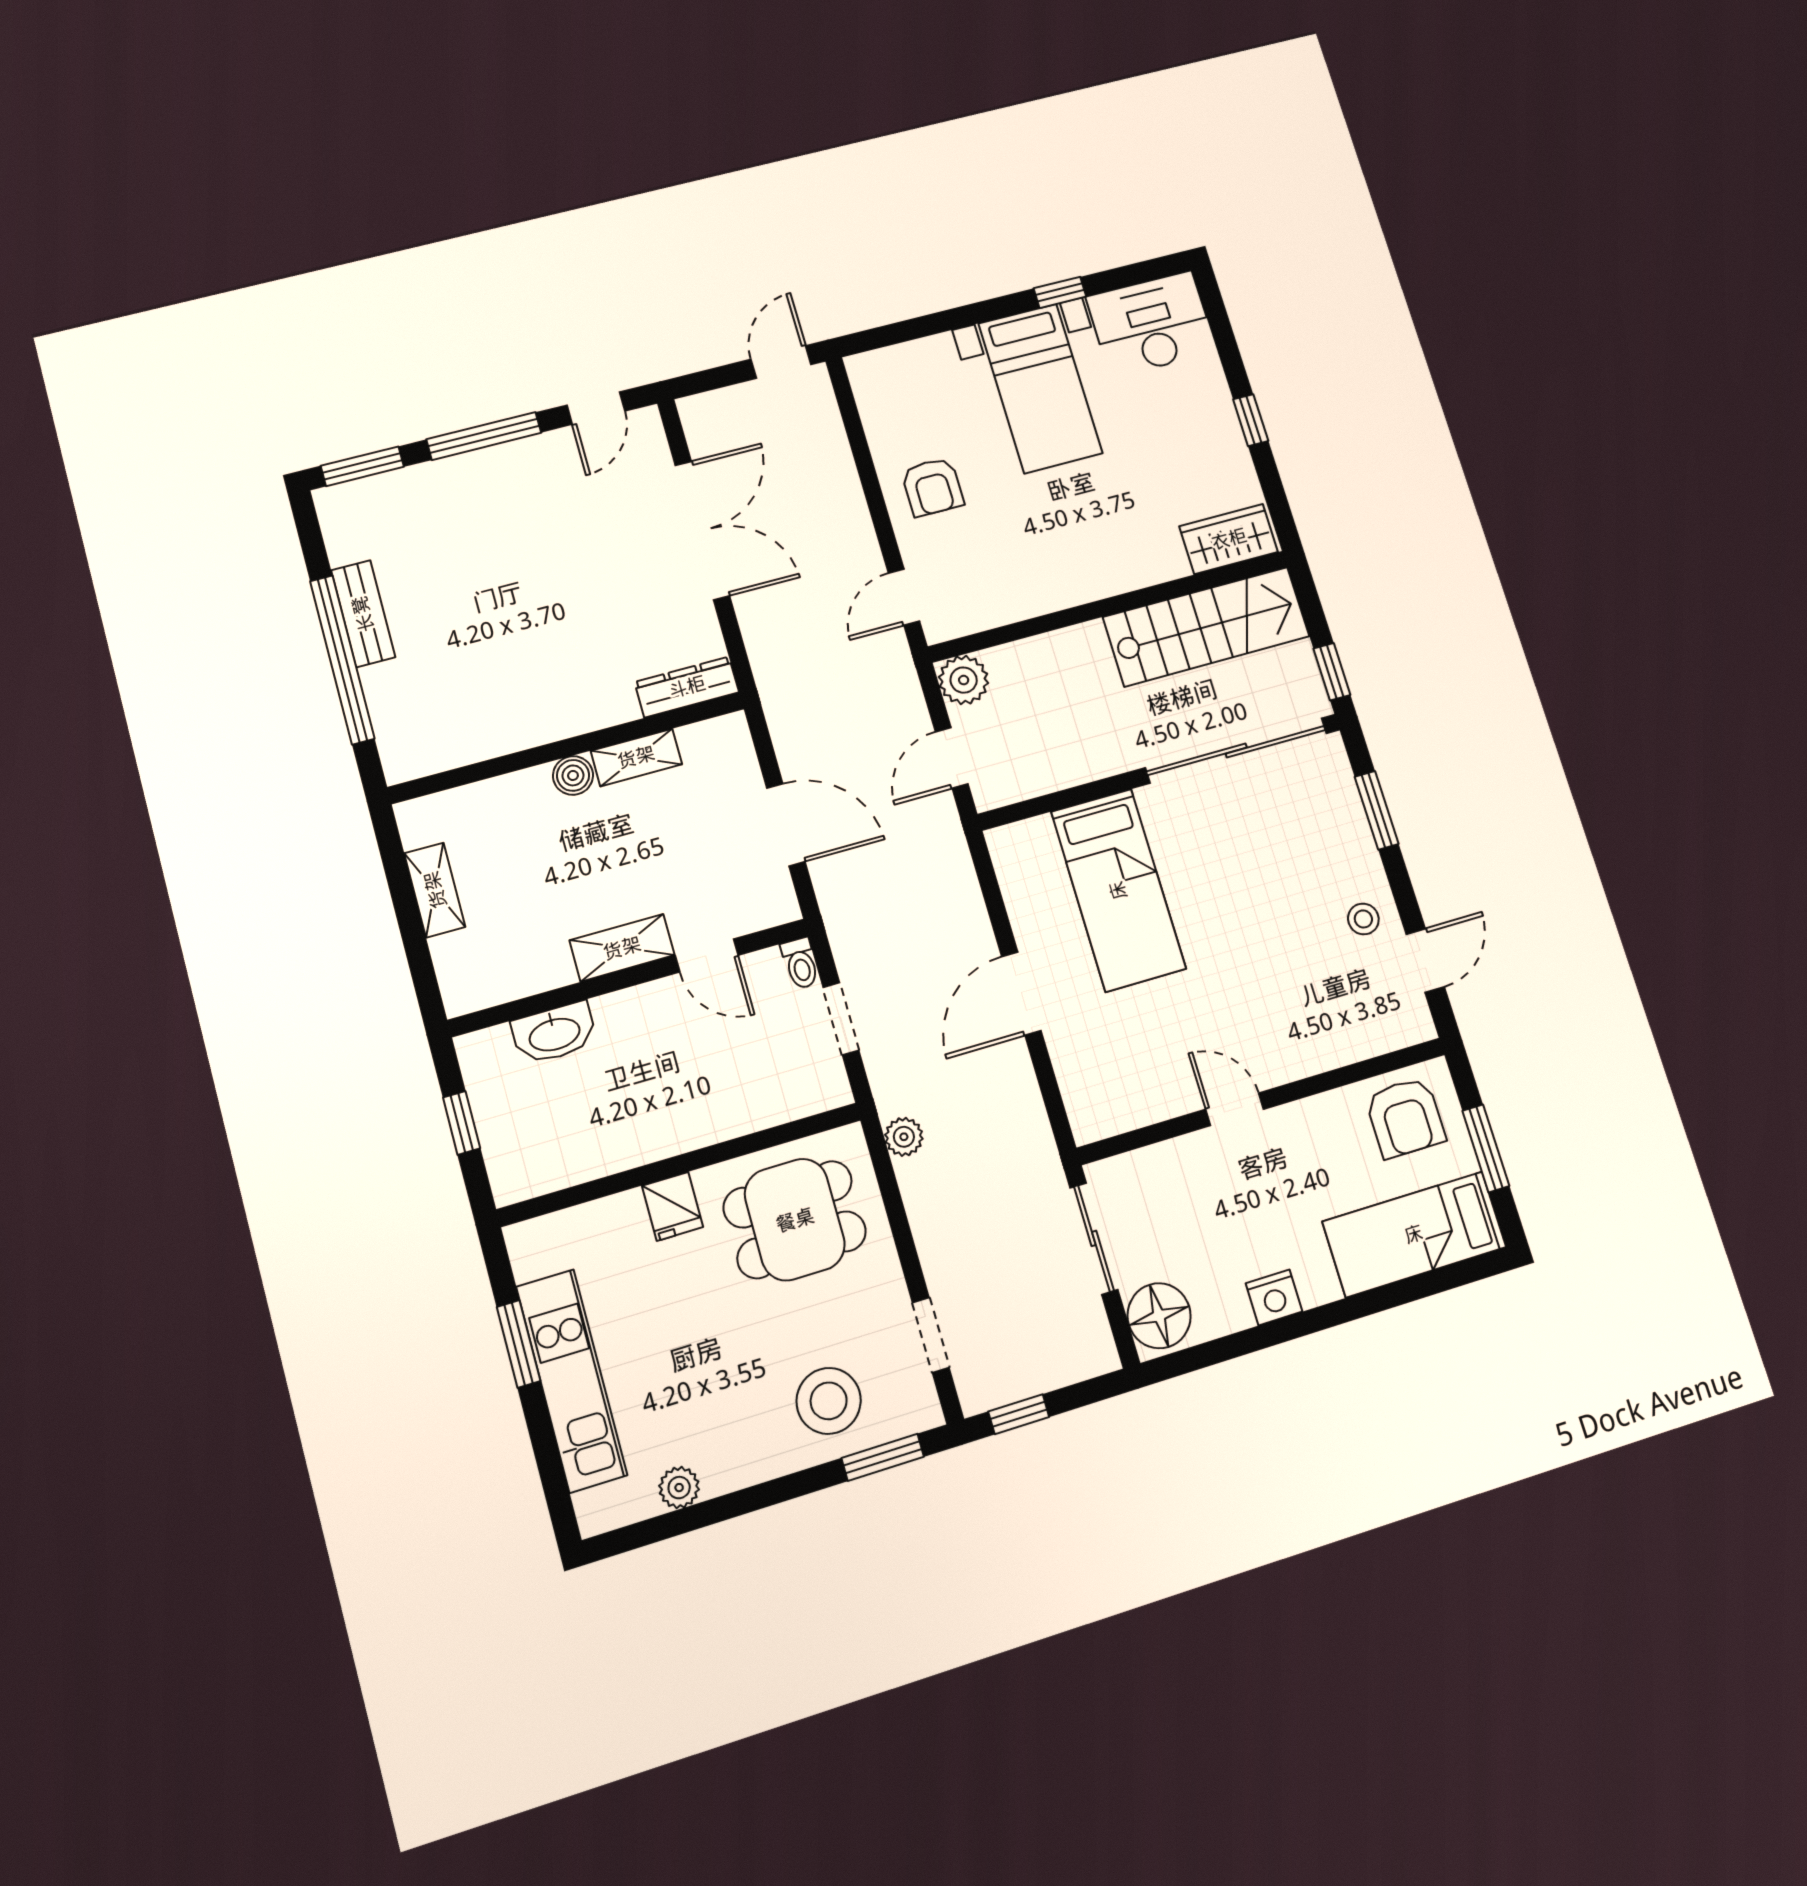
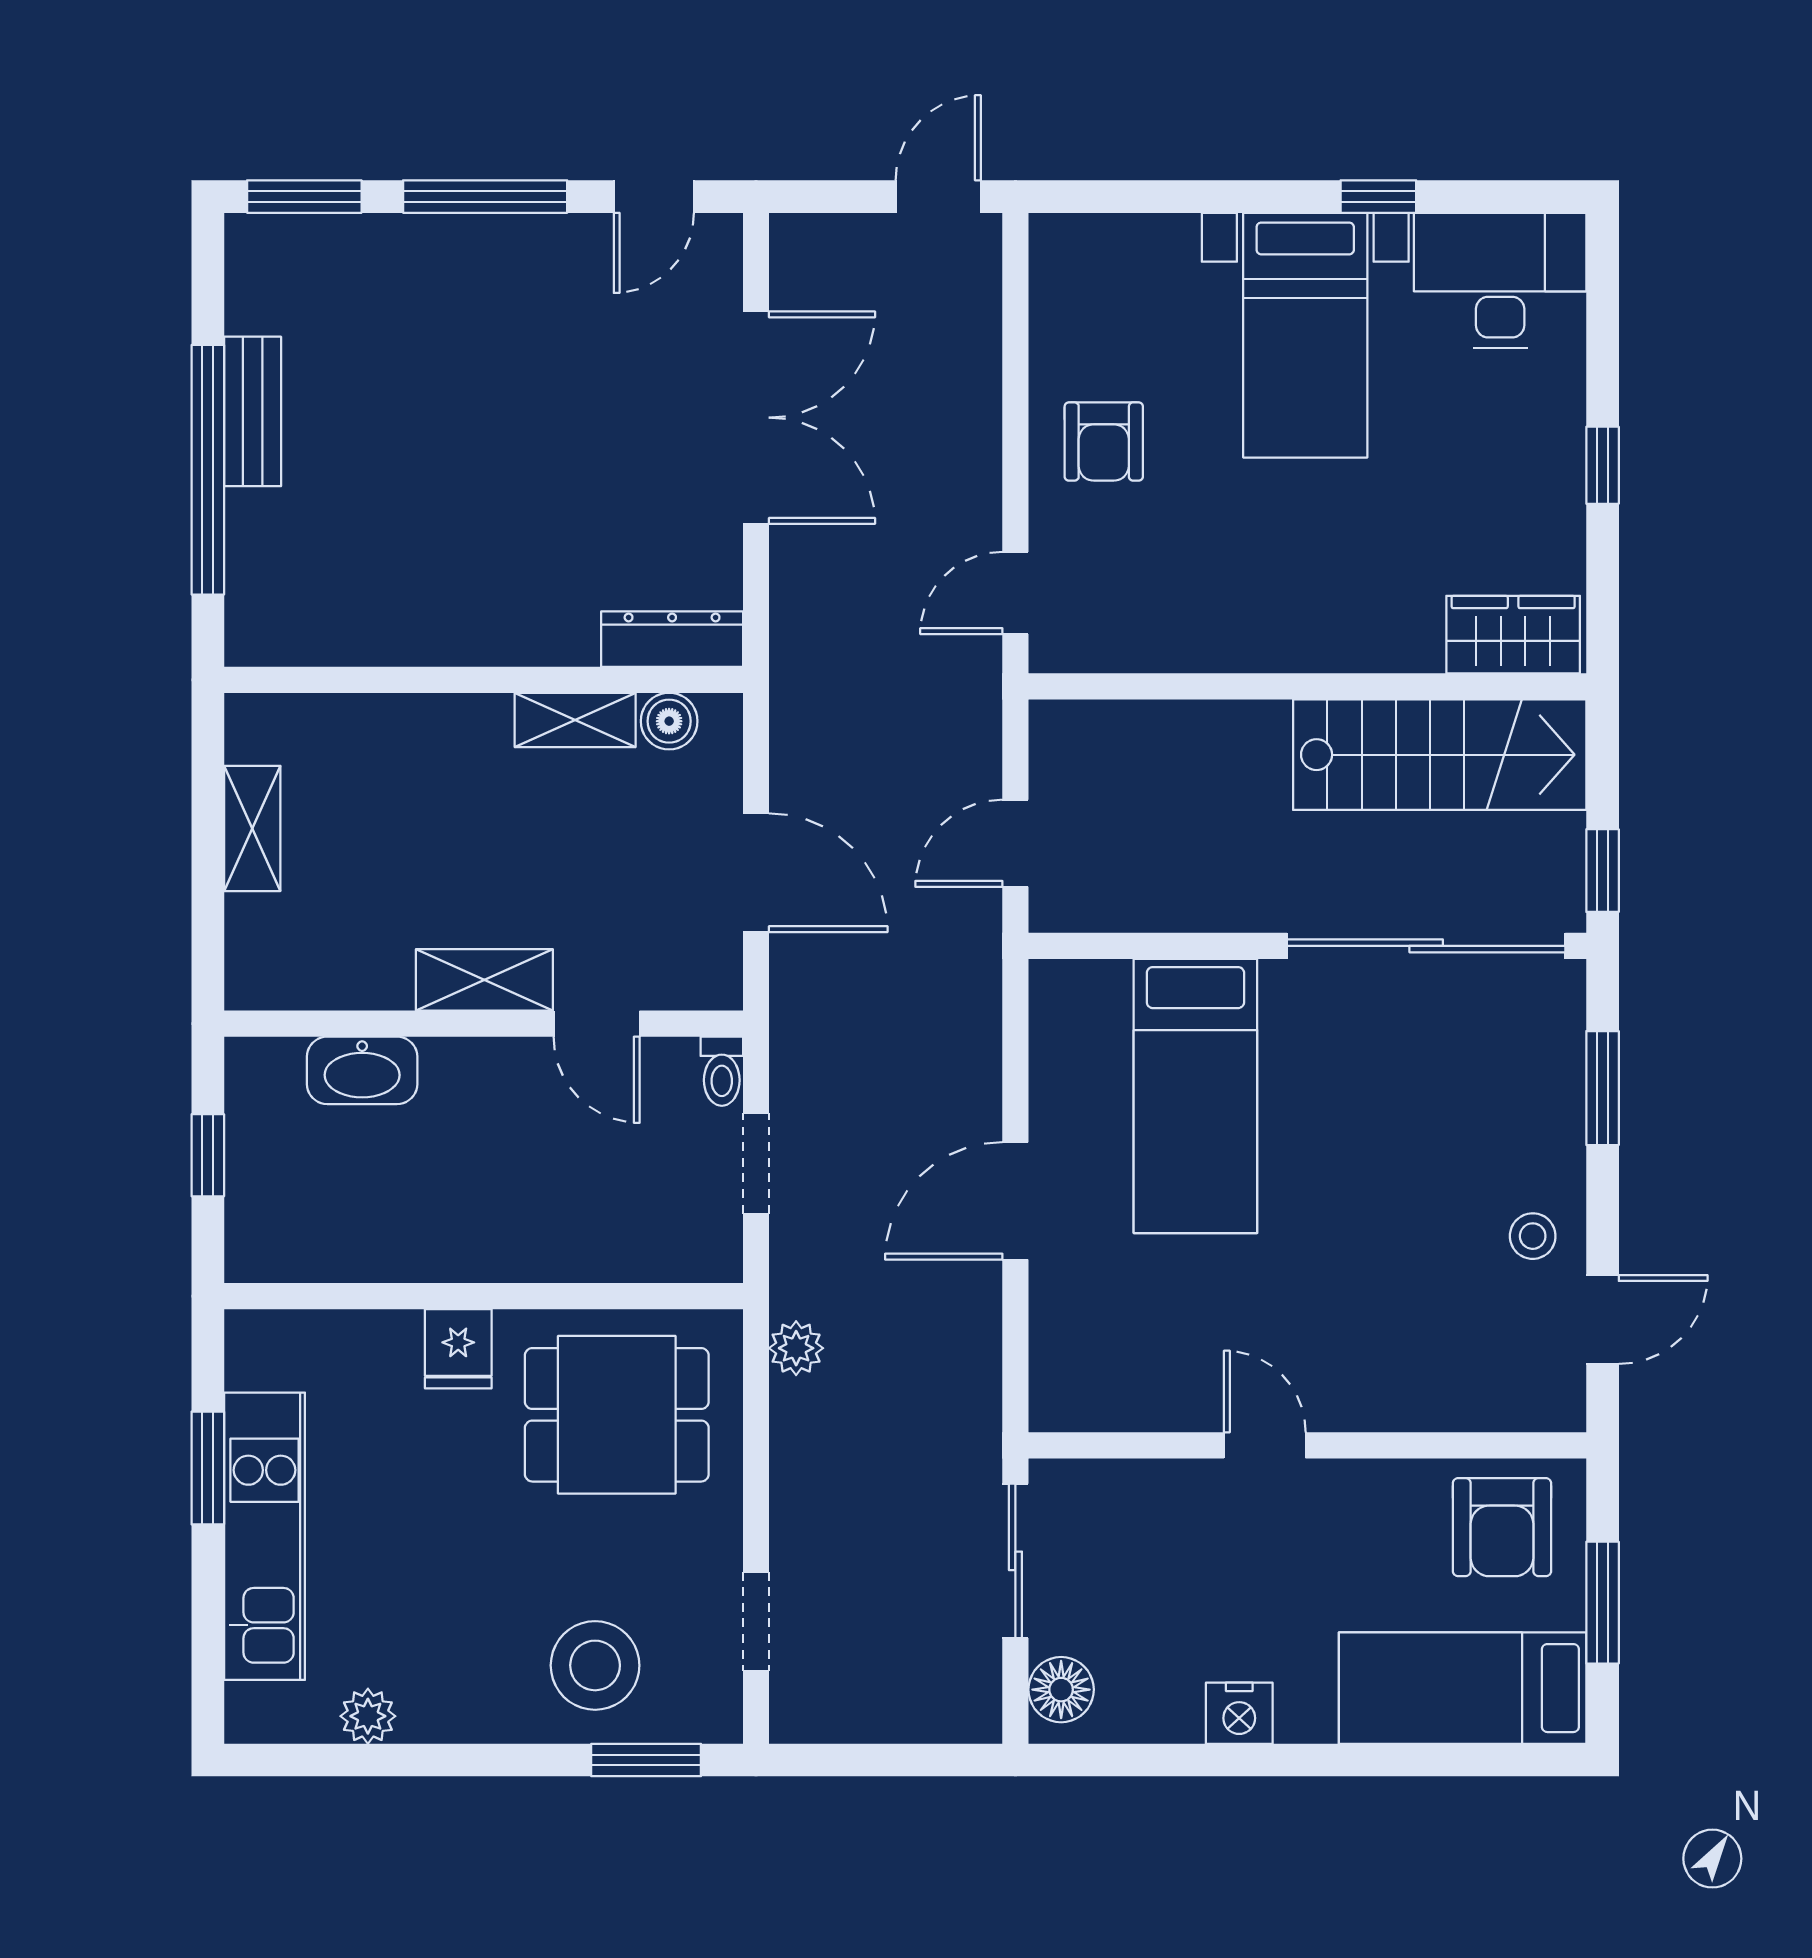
plant: (964, 680) -> (1065, 736), removed
boiler: (573, 775) -> (669, 721), moved
floor lamp: (1159, 1316) -> (1061, 1690), width x0.73, depth x0.73
window: (1019, 1414) -> (844, 1760), removed

